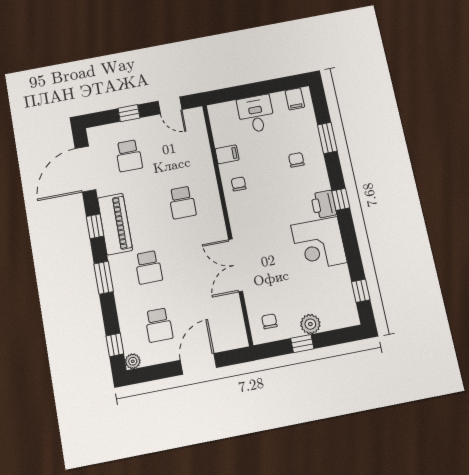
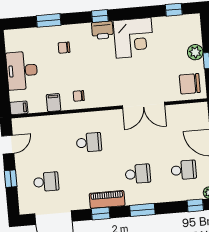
filing cabinet: (295, 99) -> (19, 108), moved
desk: (256, 114) -> (22, 71), width x1.37
piano: (115, 224) -> (107, 199), width x0.73, depth x0.75
chair: (269, 321) -> (190, 84), width x1.87, depth x1.87

